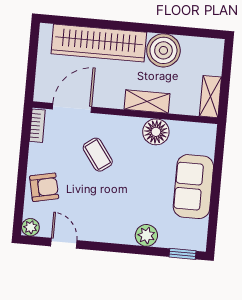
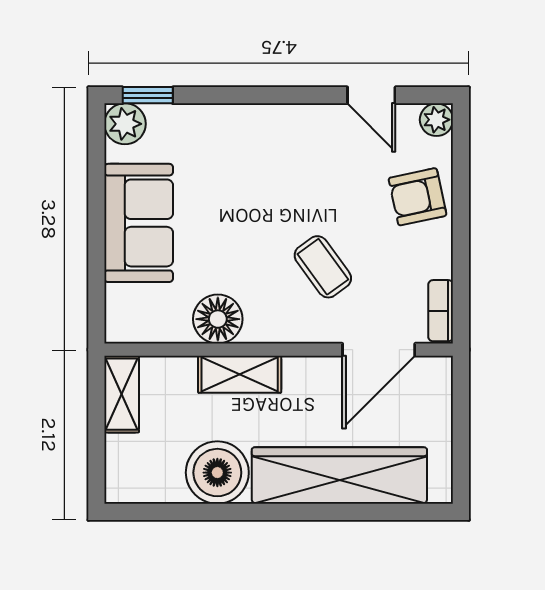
plant: (146, 235) -> (125, 124), moved

